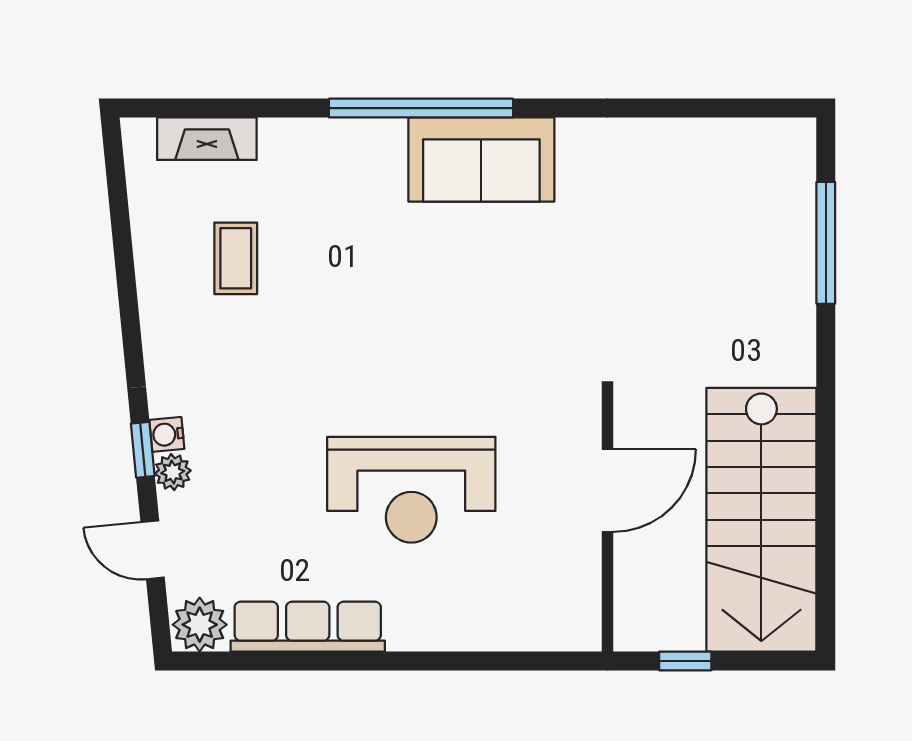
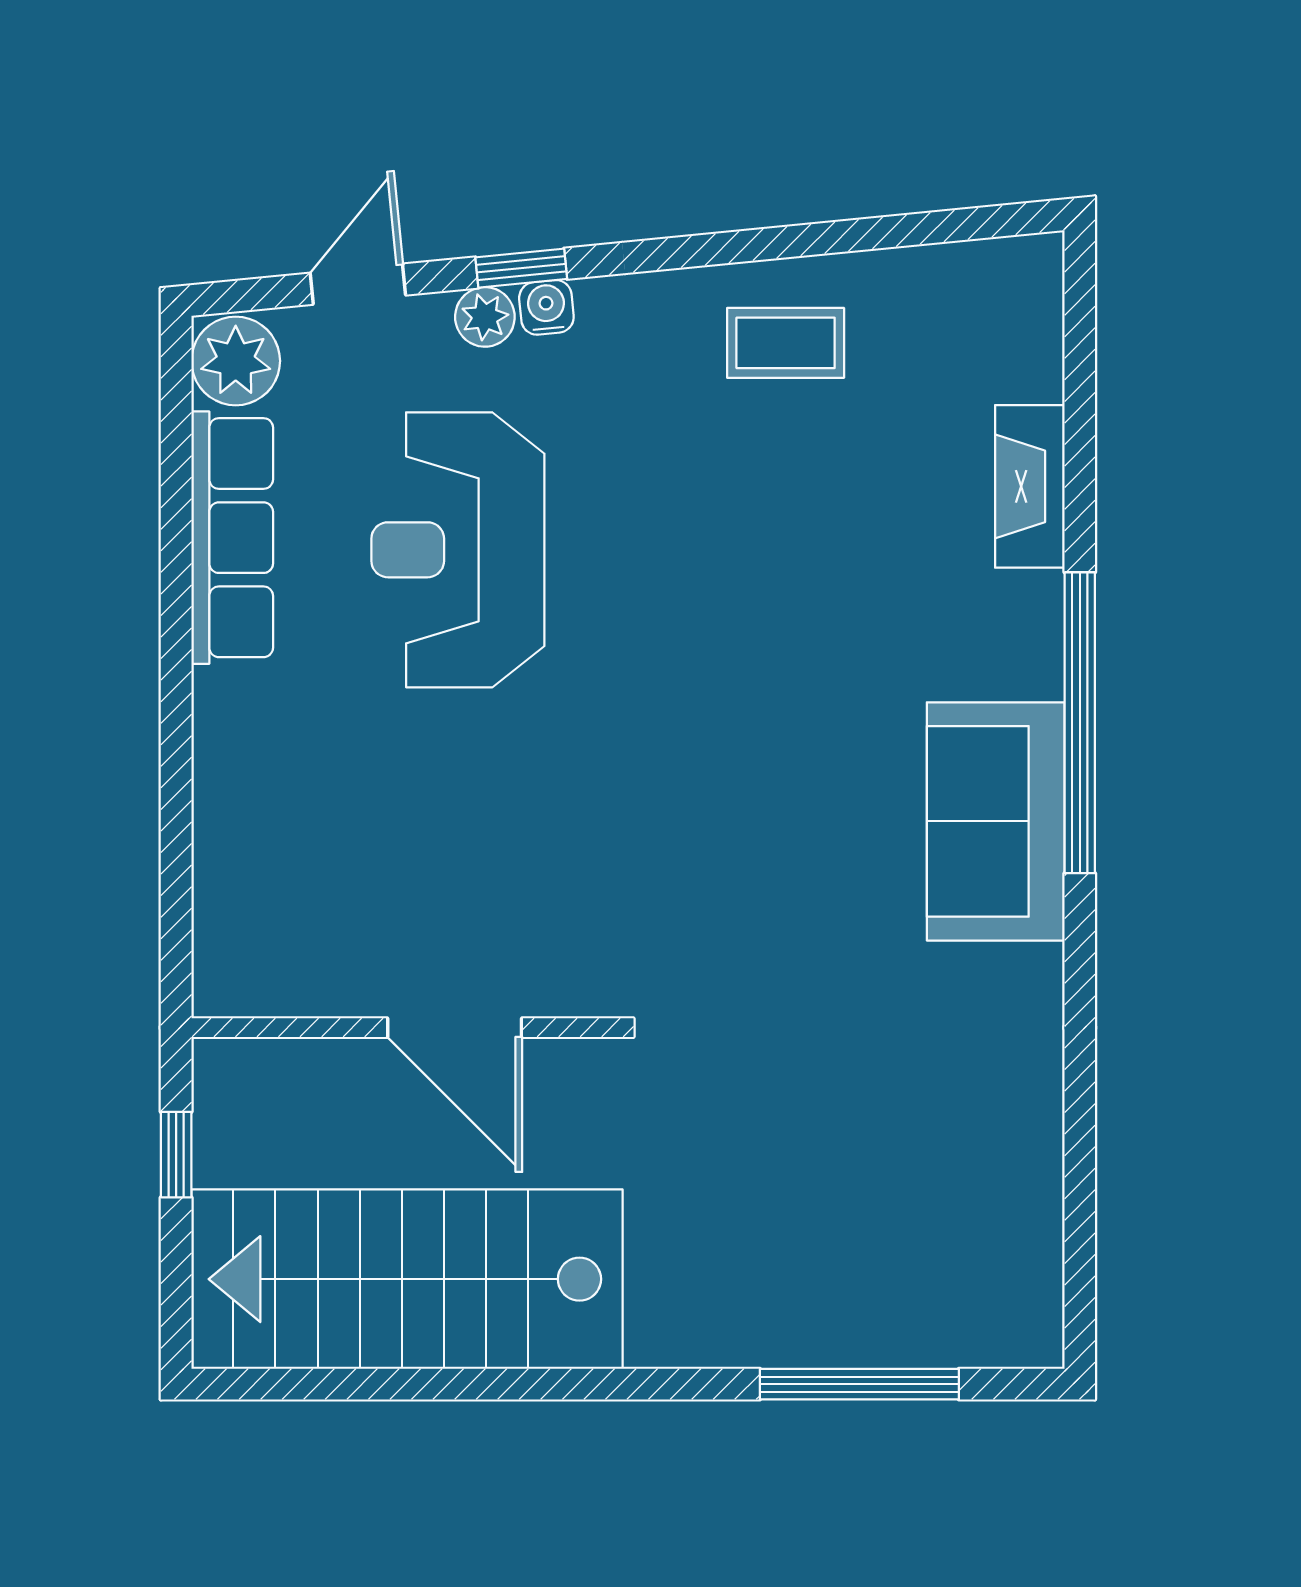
fireplace: (207, 139) -> (1030, 486), moved
coffee table: (236, 258) -> (786, 343), moved
reception desk: (411, 490) -> (458, 550), moved

